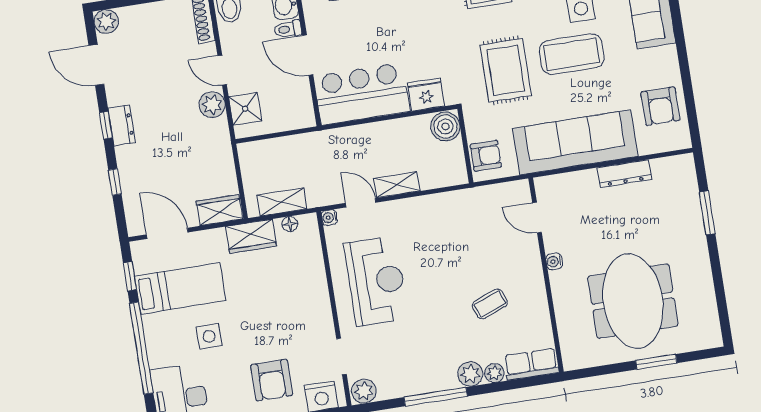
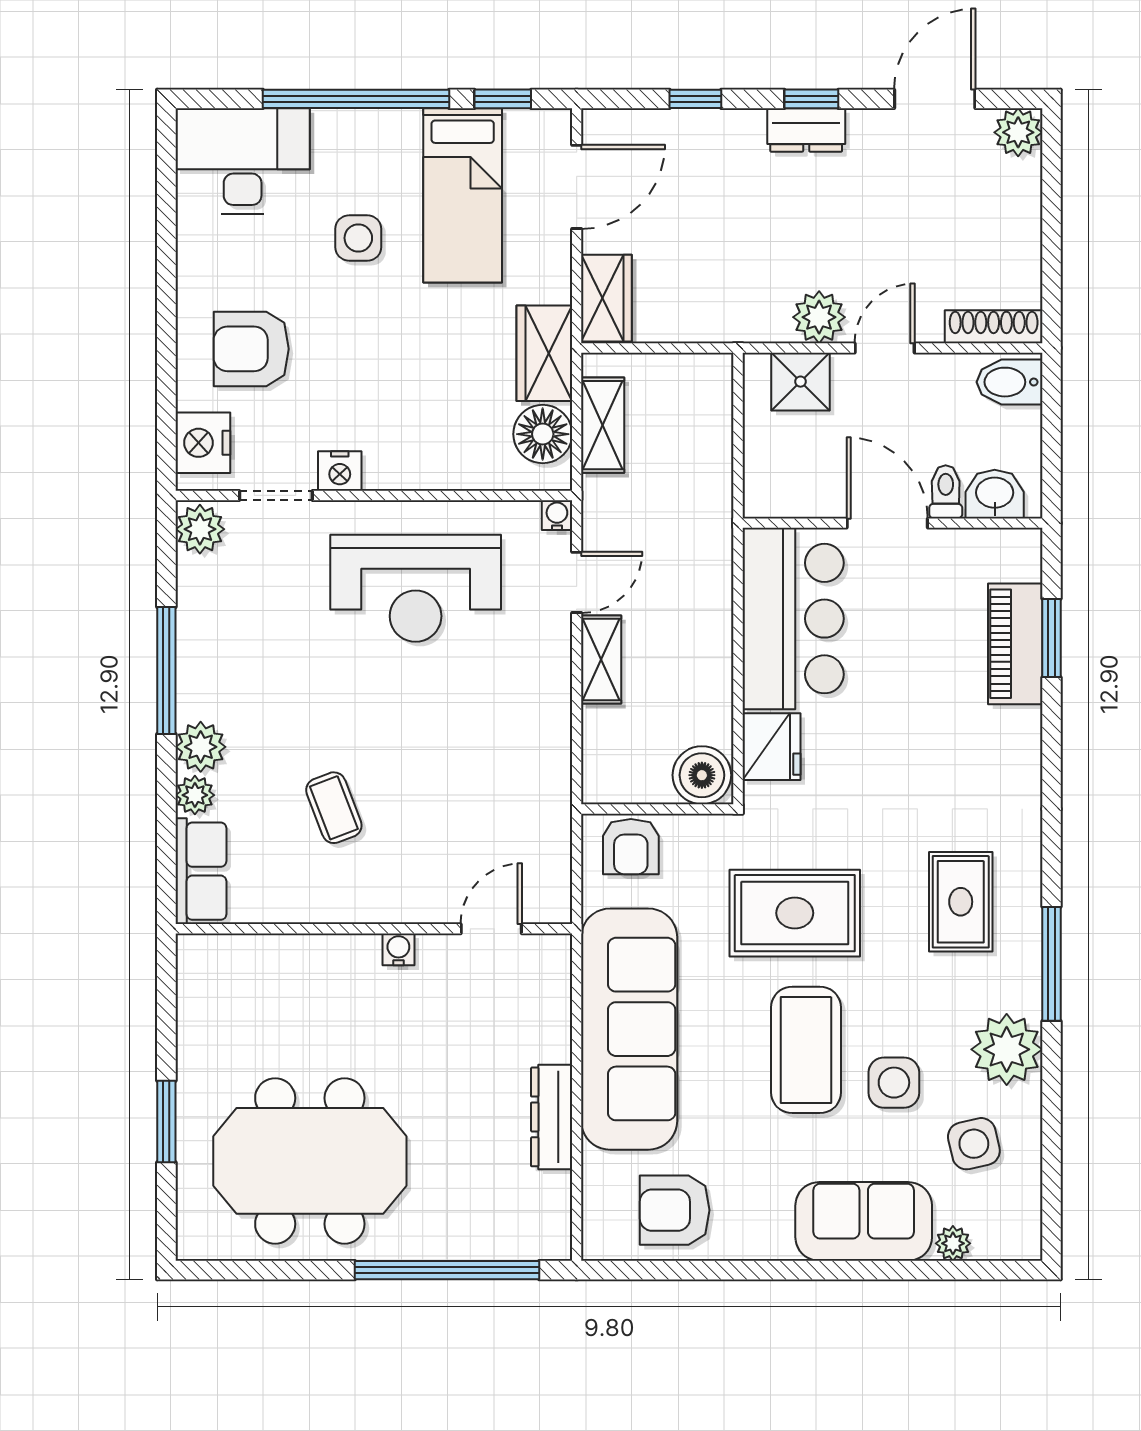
door: (308, 55) -> (887, 523), hinge flipped
window: (707, 213) -> (447, 1270), width x2.11
floor lamp: (290, 224) -> (543, 434), width x1.89, depth x1.89
meeting table: (633, 301) -> (310, 1161), moved
nightstand: (325, 327) -> (340, 471), added

